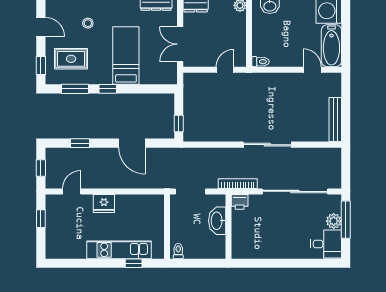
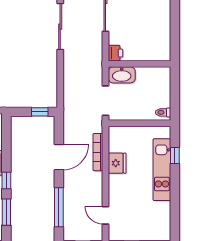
window: (80, 143) -> (59, 207), width x2.17
bookcase: (238, 184) -> (98, 152), moved
fridge: (104, 203) -> (117, 163), moved
washbasin: (217, 221) -> (122, 75), moved

